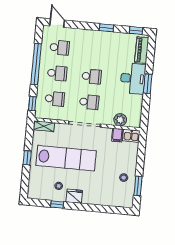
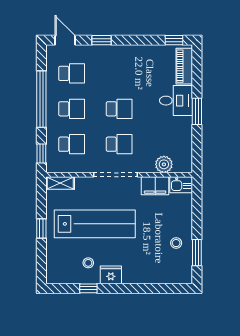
window: (106, 28) -> (102, 40), moved
desk: (133, 78) -> (176, 101), width x0.73
filing cabinet: (117, 135) -> (155, 186), width x2.00

